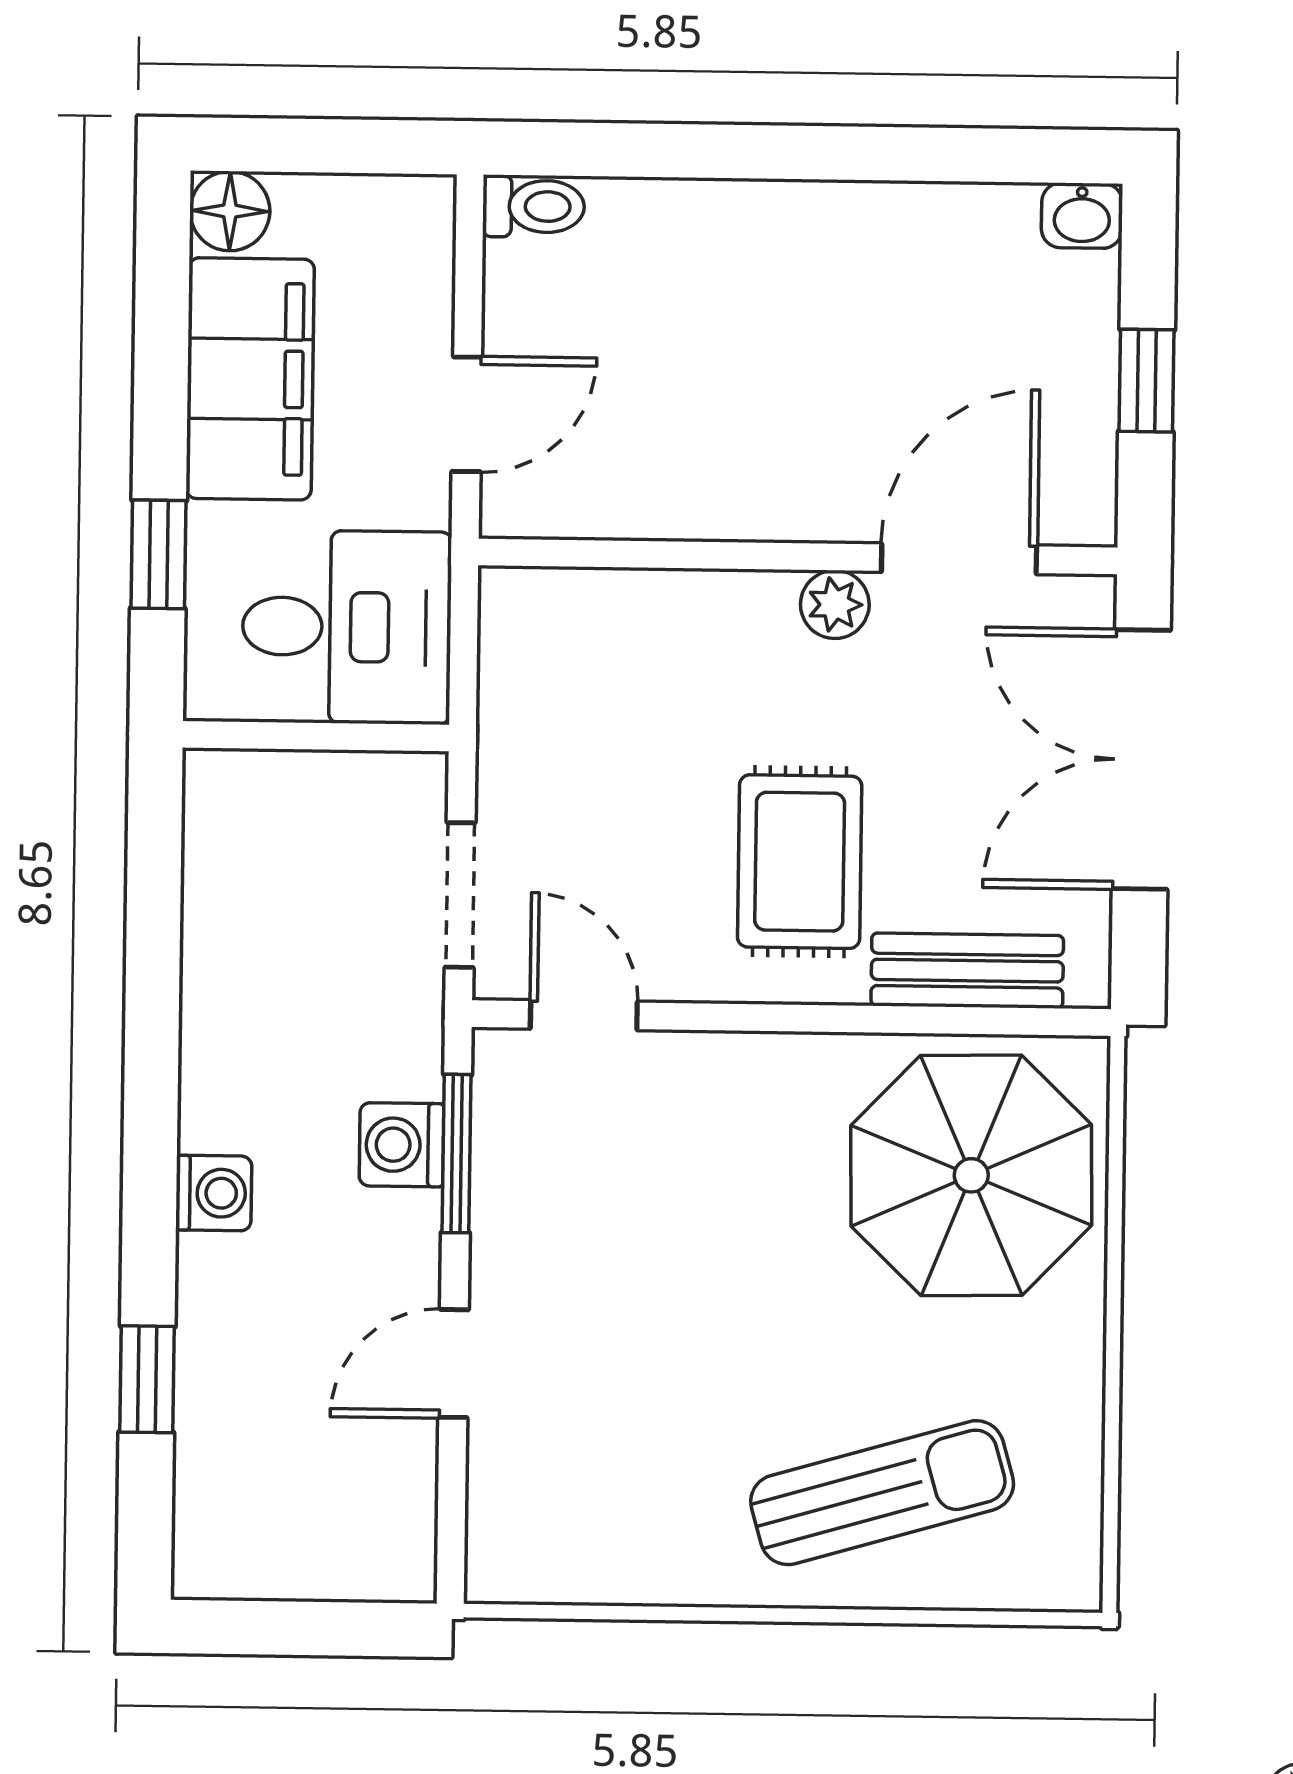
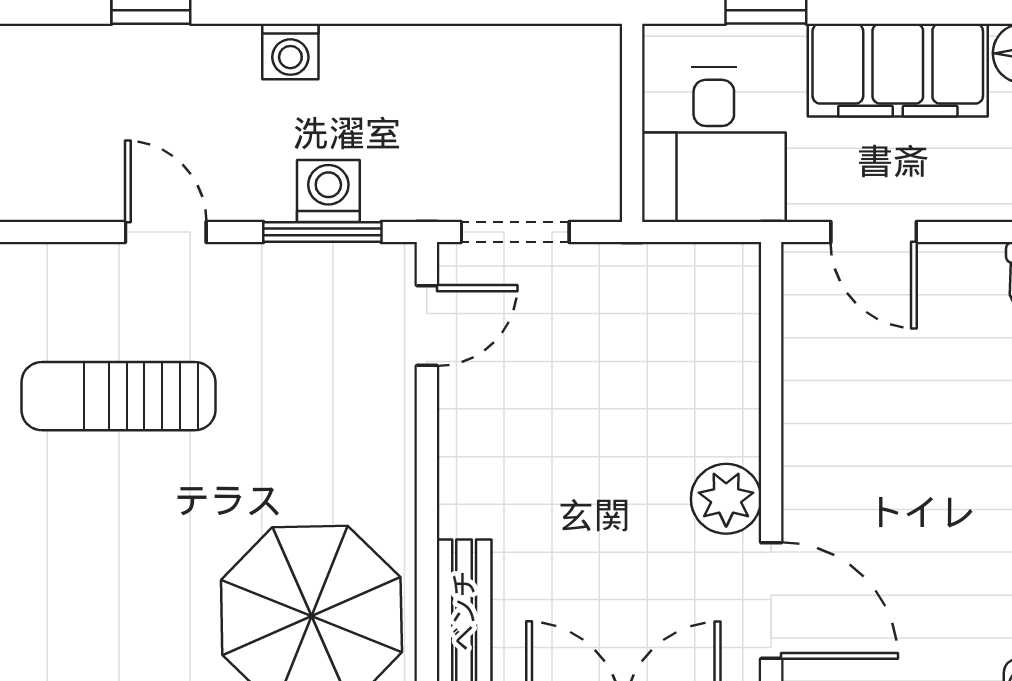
plant: (835, 604) -> (726, 499), width x1.38, depth x1.38
rug: (800, 862) -> (544, 485), removed
sun lounger: (882, 1493) -> (118, 396), moved, turned 106

